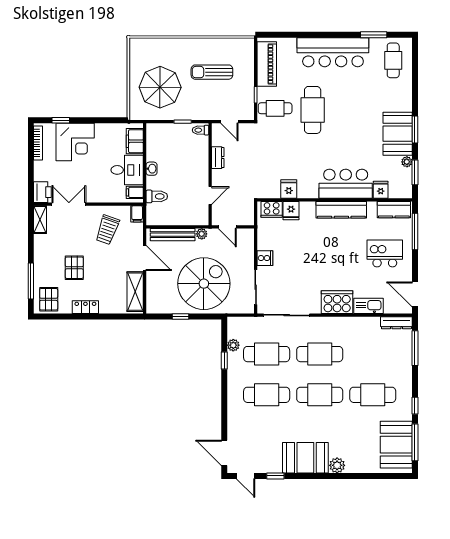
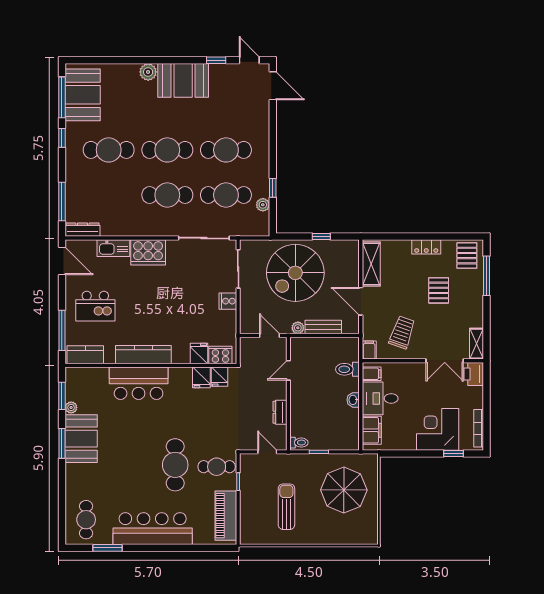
sun lounger: (212, 72) -> (286, 507), turned -90
fridge: (381, 190) -> (220, 377), moved
bench: (173, 235) -> (323, 327), width x0.73

